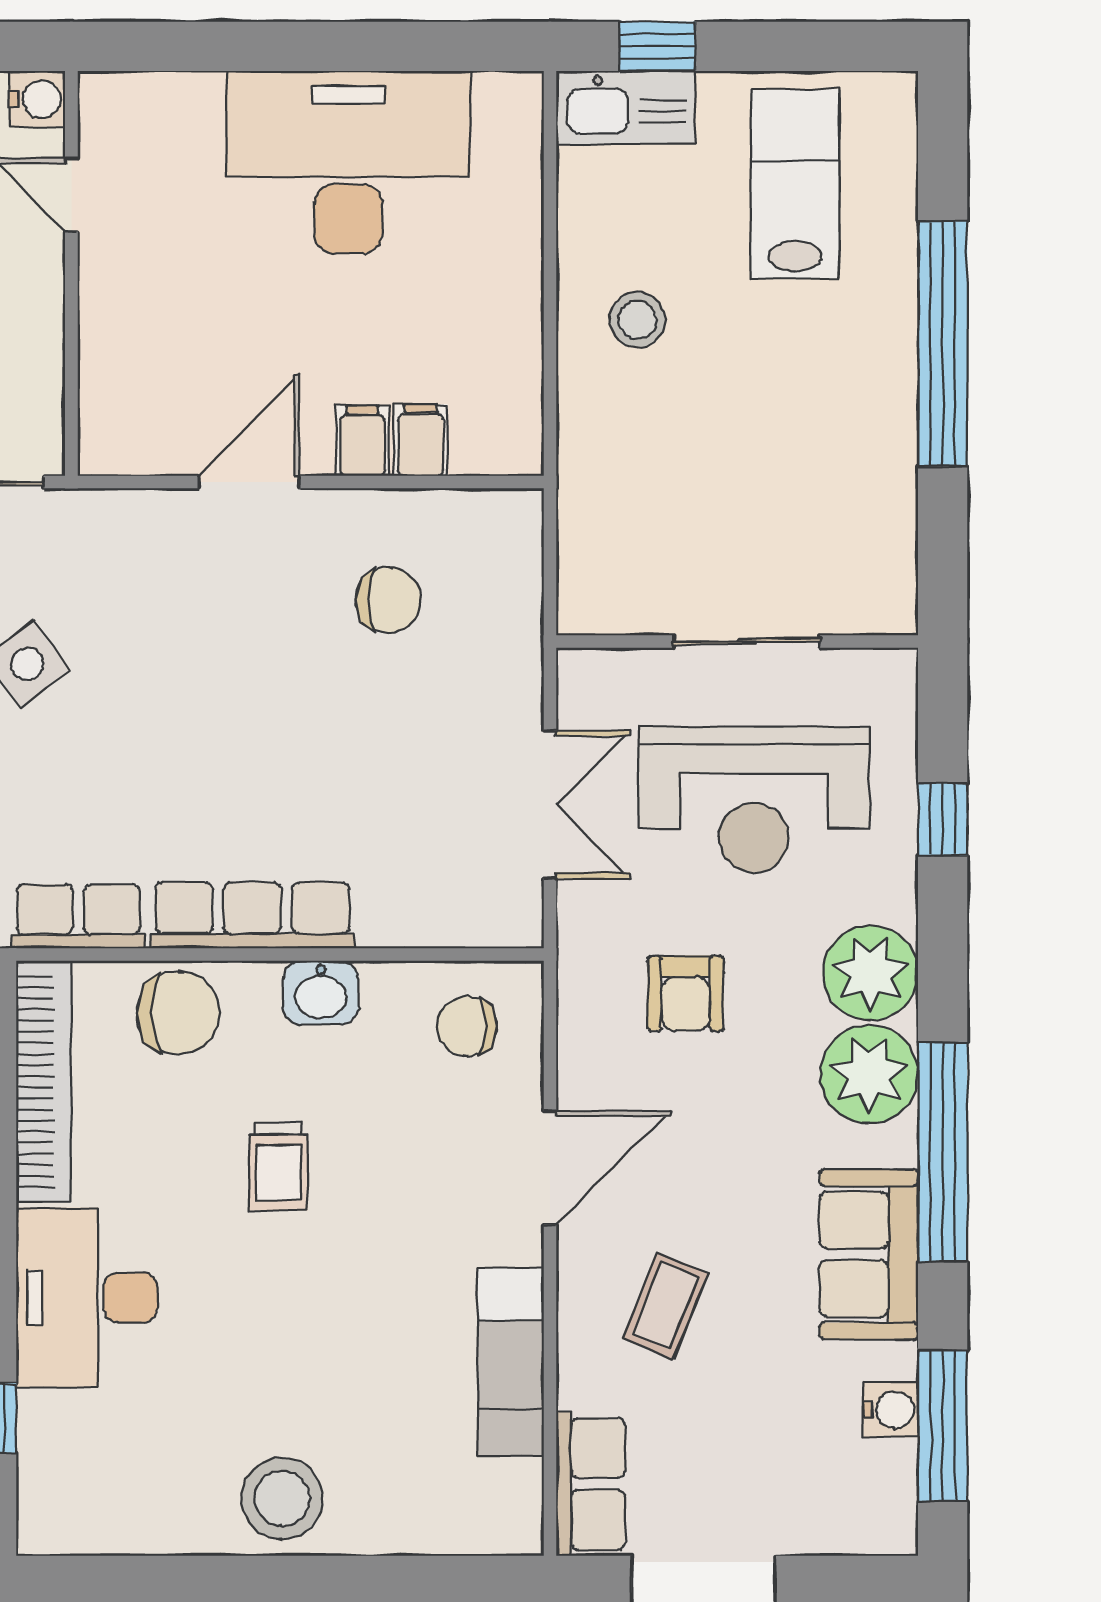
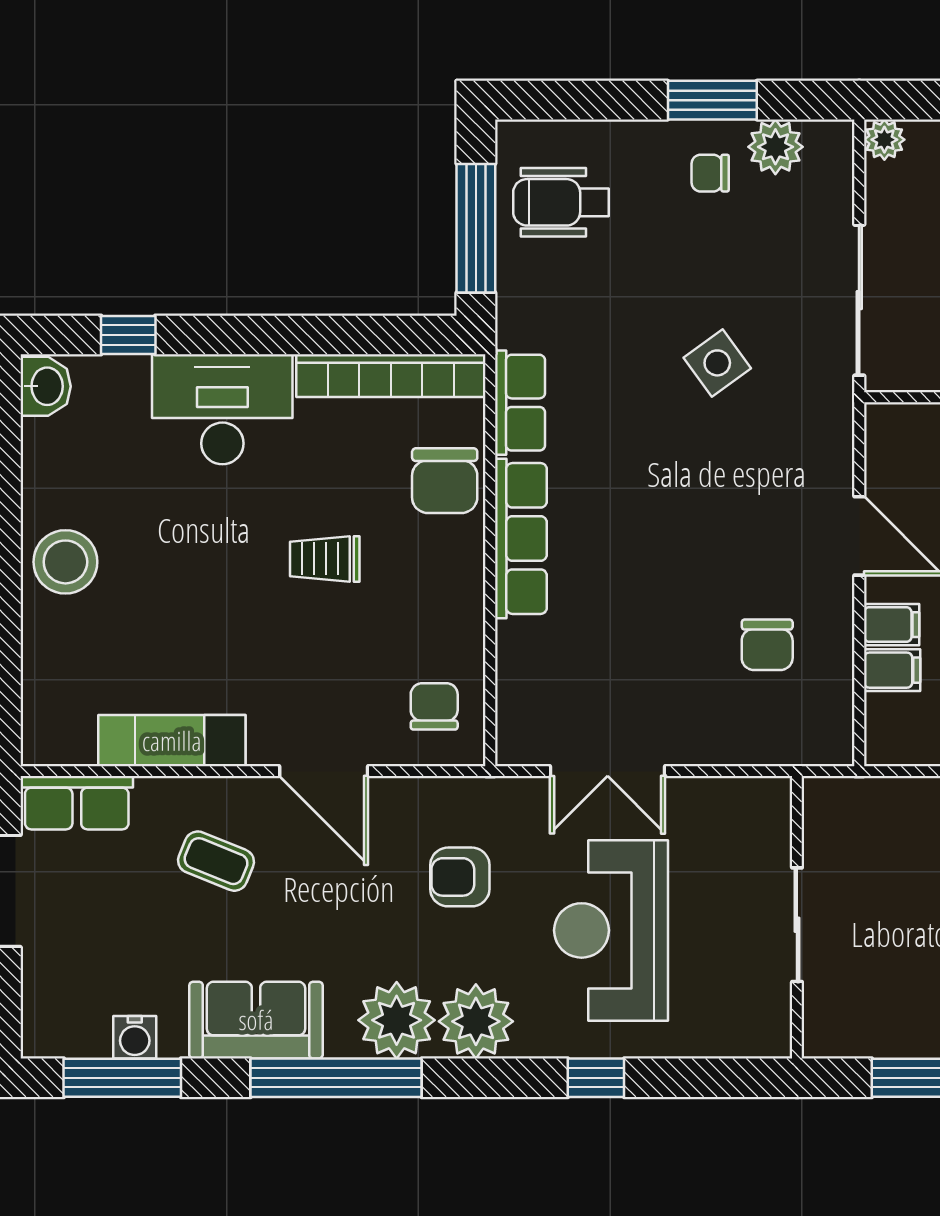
wall: (737, 642) -> (797, 917), moved
sliding door: (747, 642) -> (797, 925), moved
washbasin: (321, 993) -> (46, 386), moved, turned 180

